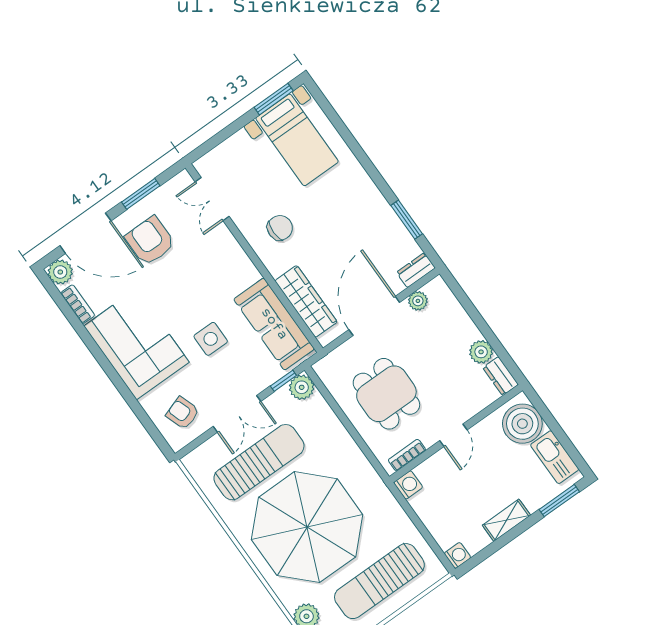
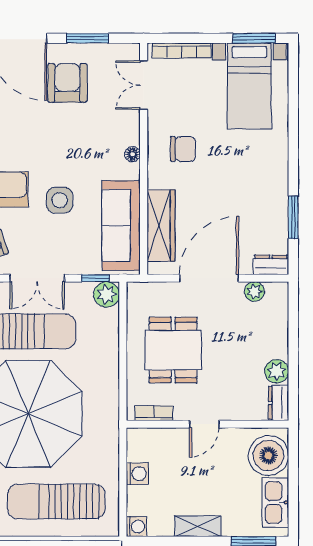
bookcase: (223, 150) -> (182, 51), added
floor lamp: (243, 261) -> (133, 154), added
washing machine: (408, 485) -> (137, 474), moved

